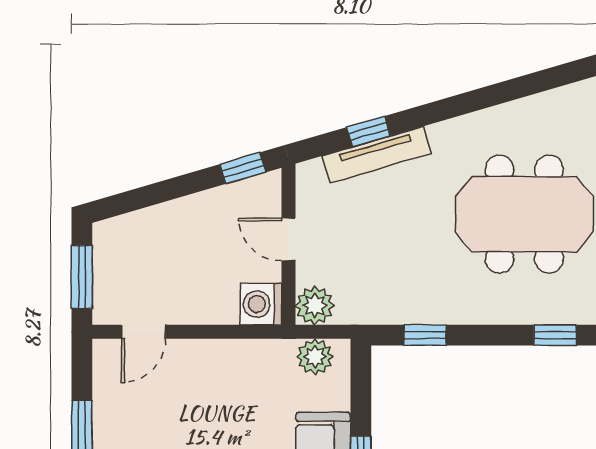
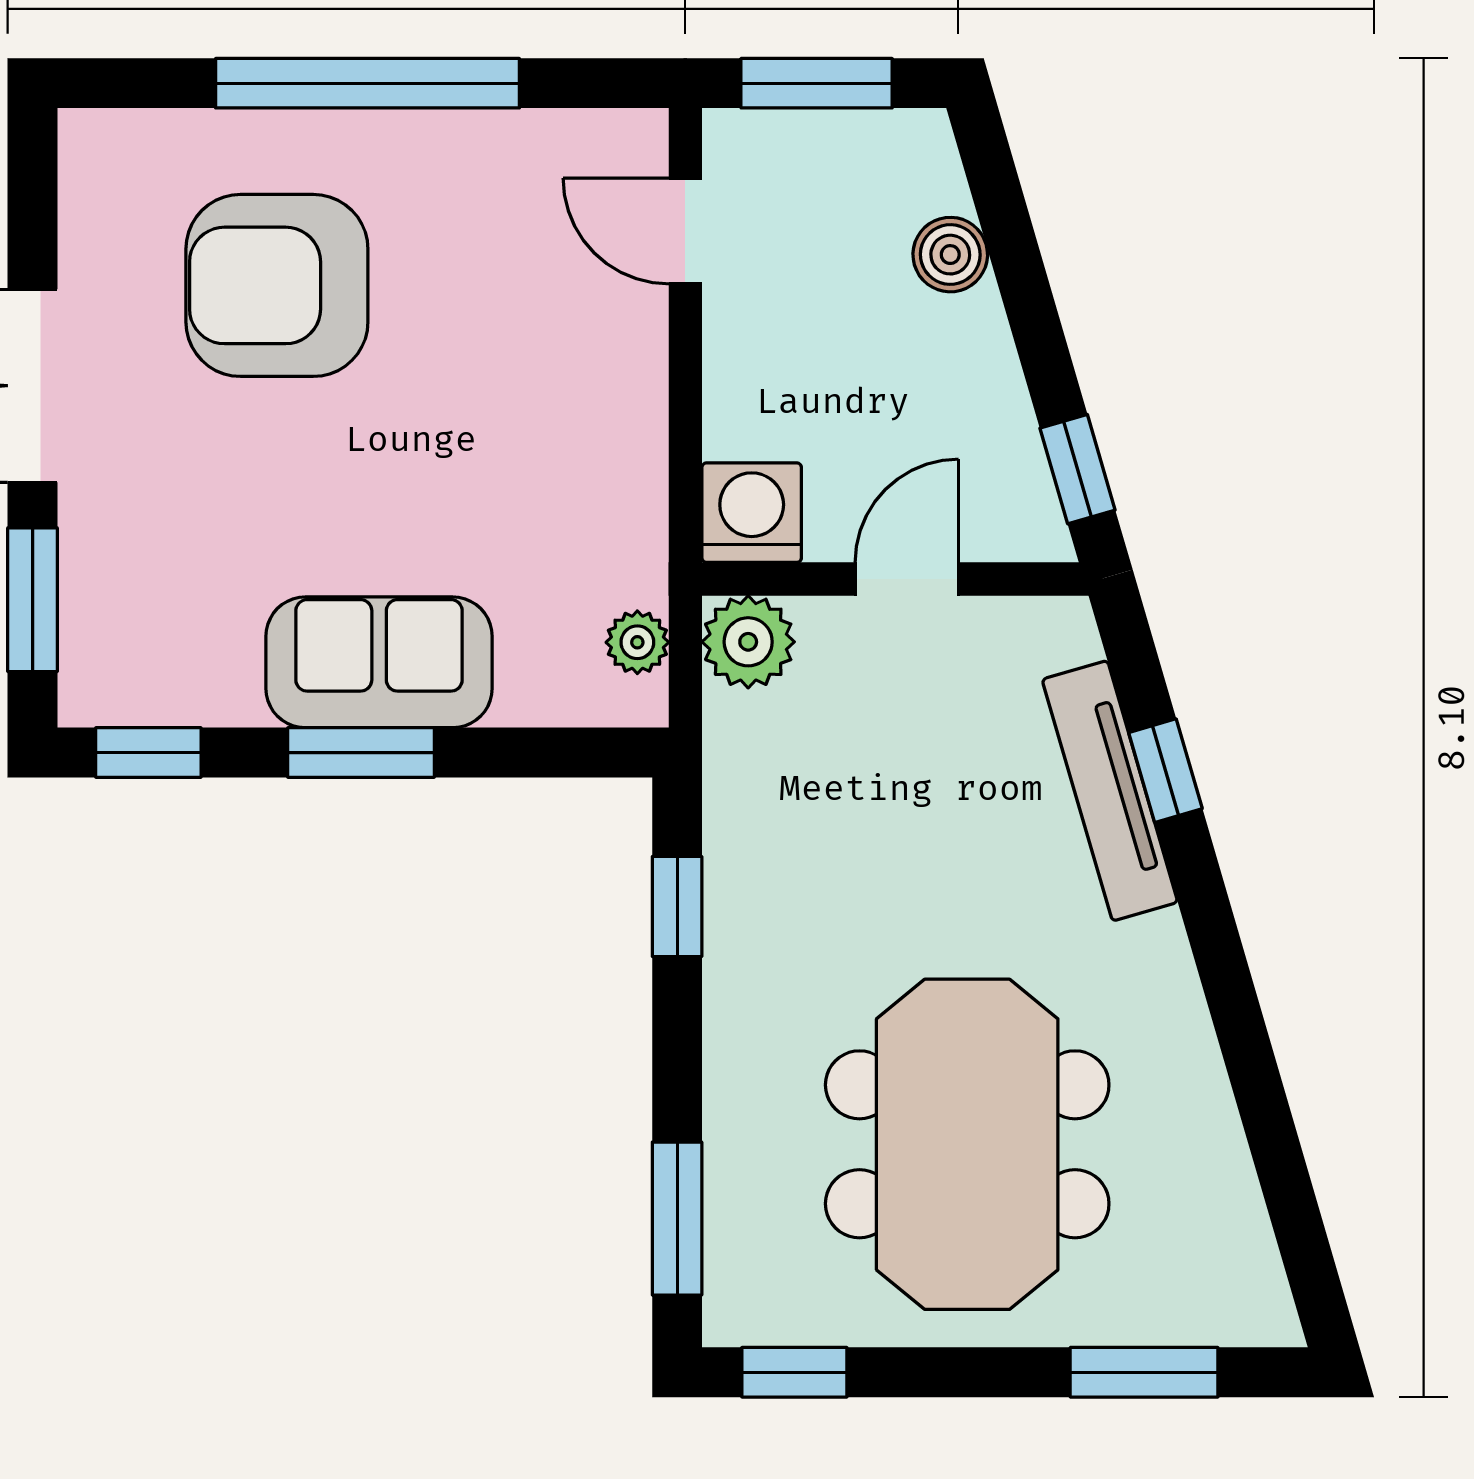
boiler: (153, 221) -> (950, 255), added
window: (555, 335) -> (677, 1219), width x1.50
plant: (315, 357) -> (637, 642), width x0.73, depth x0.73

